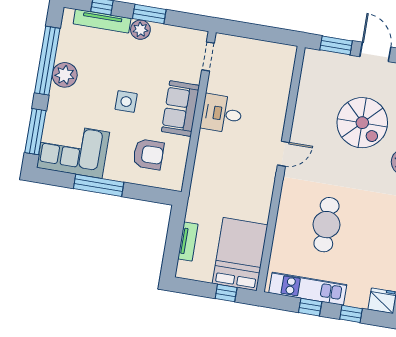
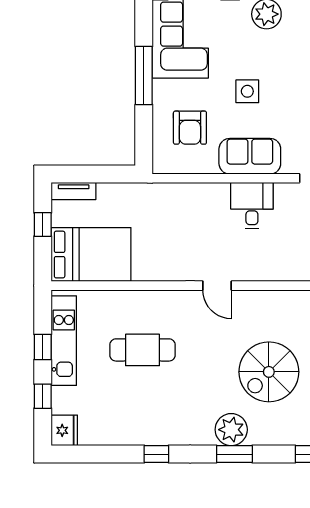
tv unit: (188, 241) -> (74, 191), moved
window: (226, 293) -> (43, 224), moved

